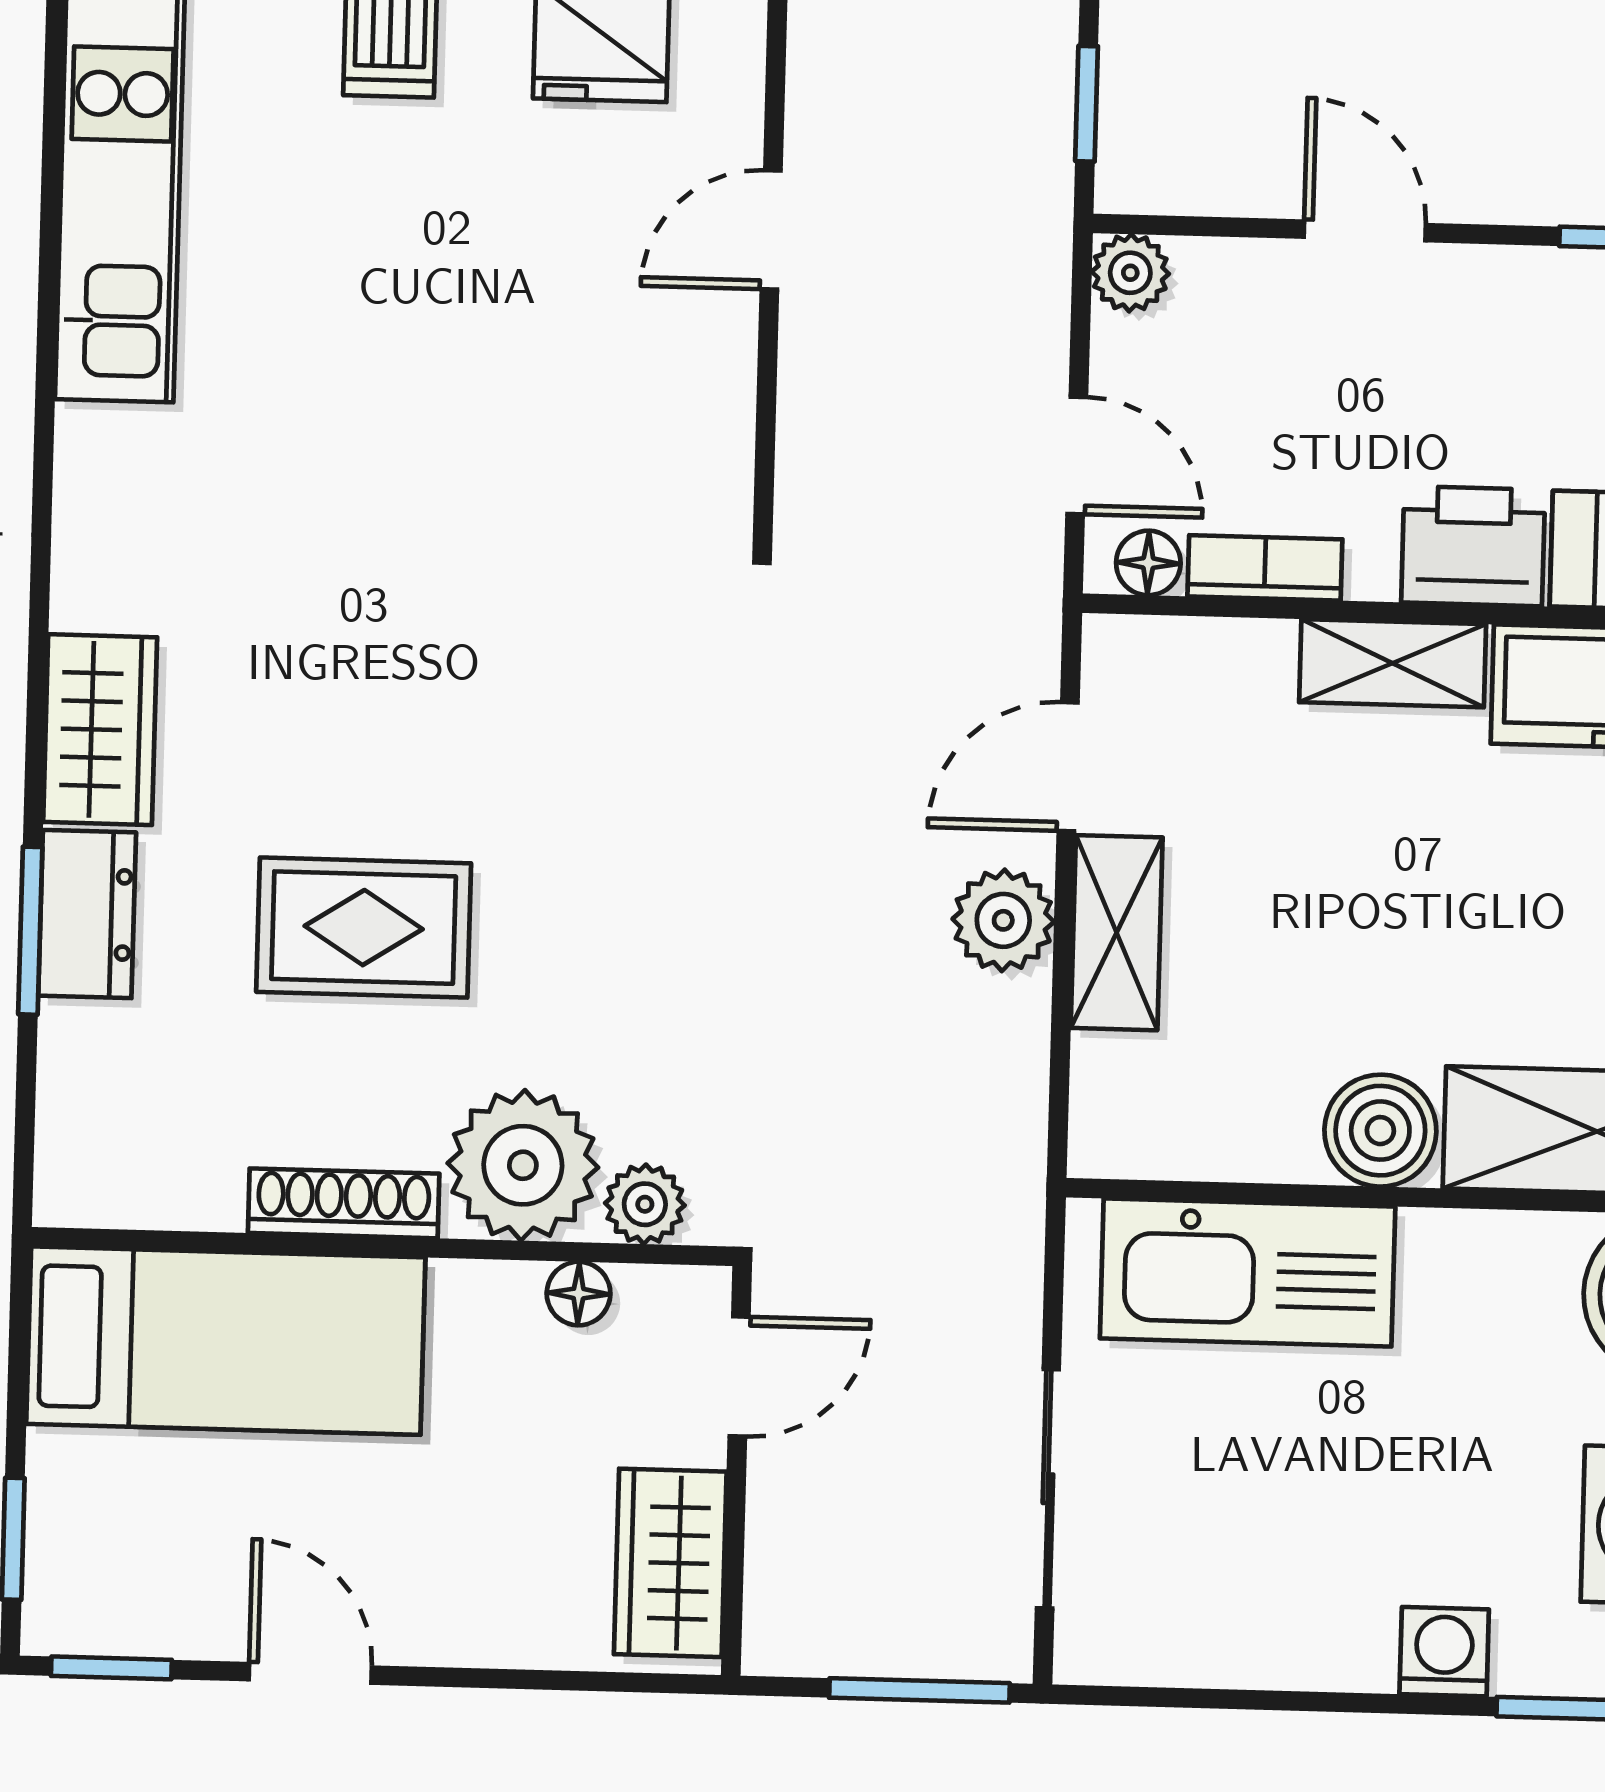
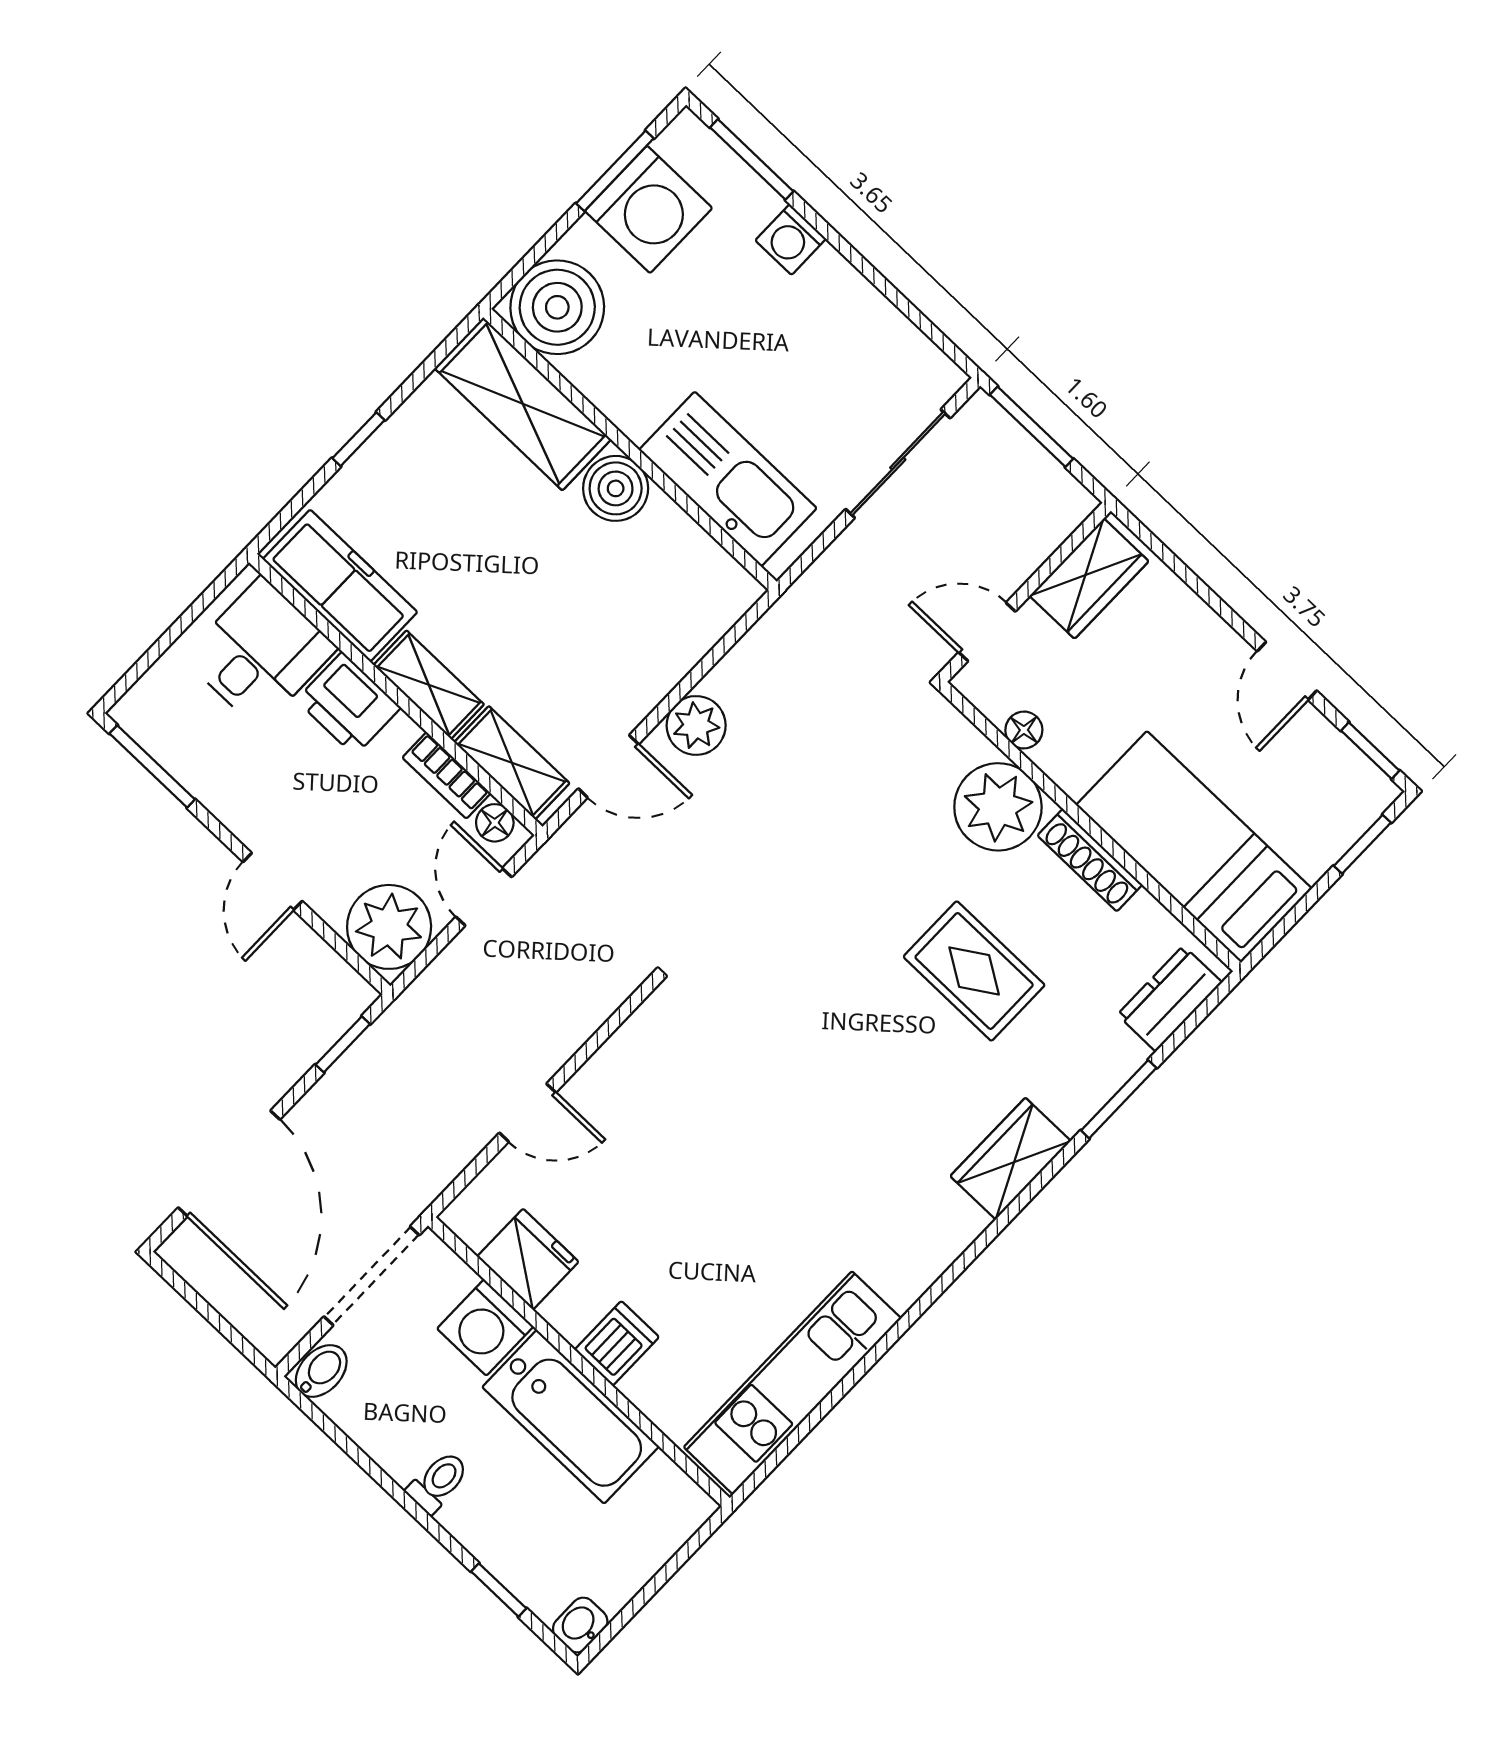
plant: (1130, 273) -> (389, 927), width x1.88, depth x1.88
dresser: (87, 914) -> (1170, 999), moved
shelving: (1117, 933) -> (512, 763), moved, turned 90
plant: (645, 1204) -> (961, 743), removed

